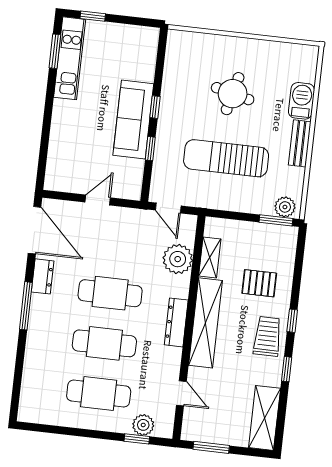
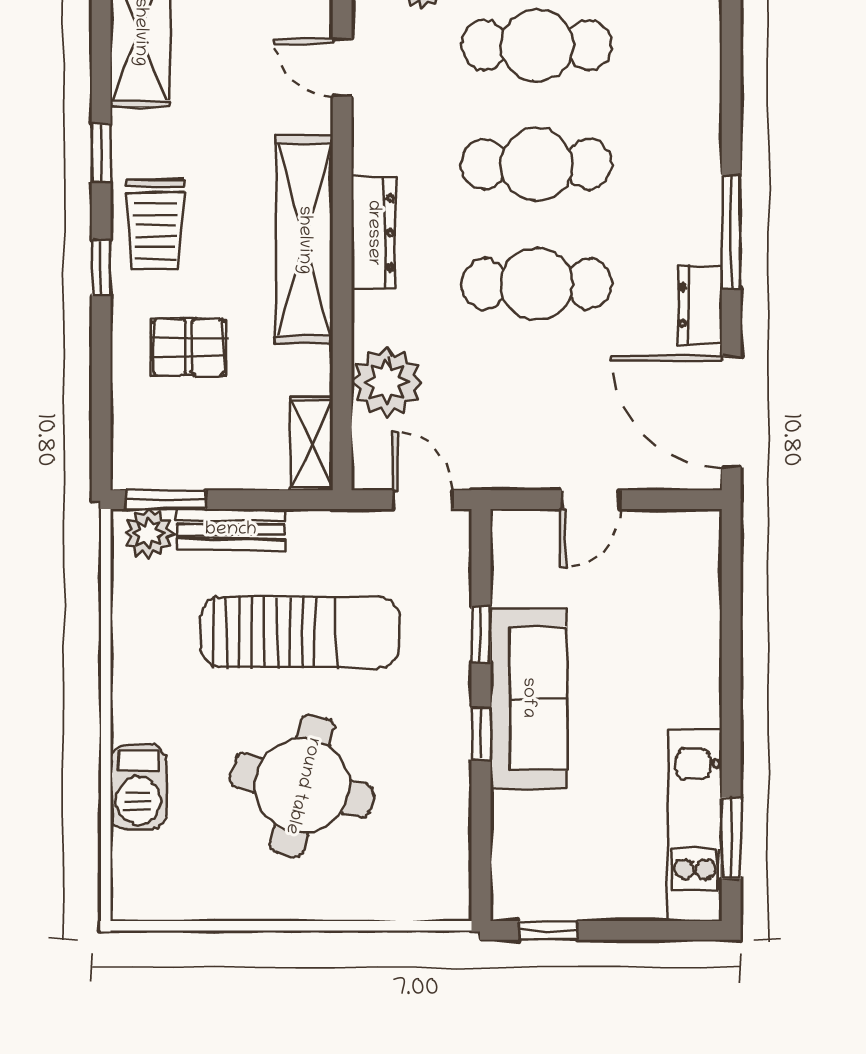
window: (93, 16) -> (548, 930), moved
round table: (233, 94) -> (302, 786), width x1.36, depth x1.36
bench: (300, 143) -> (231, 530), moved, turned 90
shelving: (210, 257) -> (312, 444), moved

